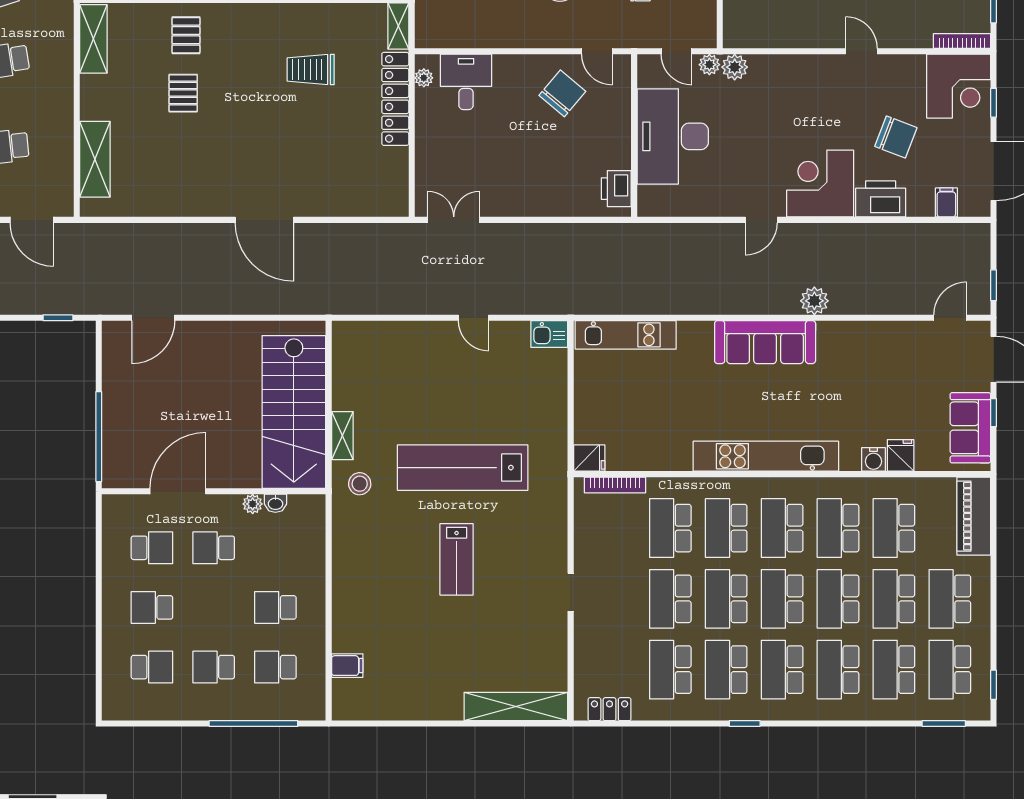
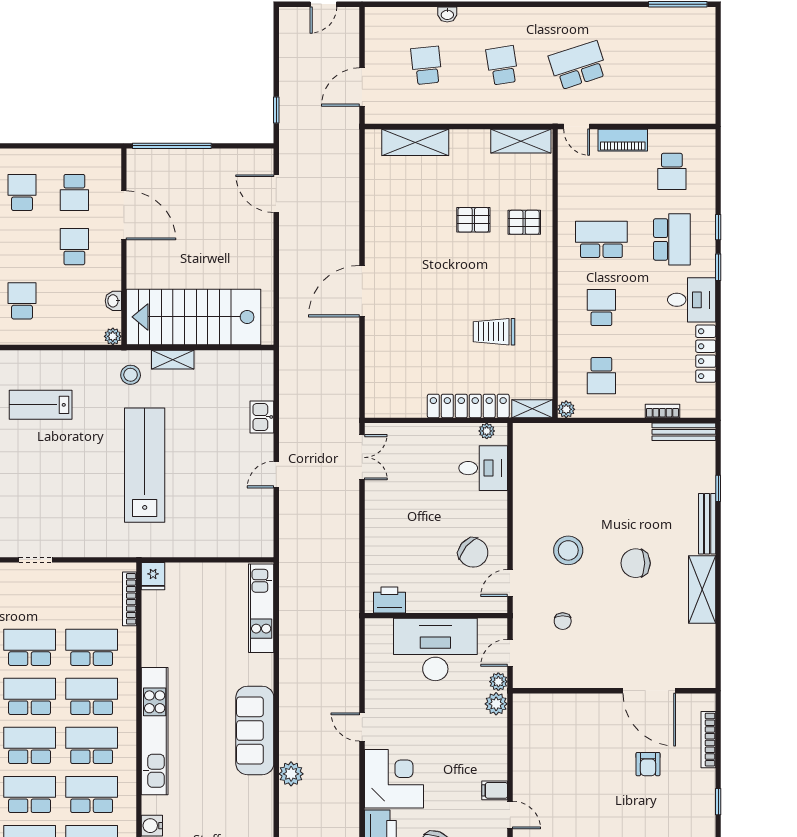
door: (861, 51) -> (510, 815), hinge flipped
trolley: (311, 69) -> (494, 332), turned -90
filing cabinet: (833, 69) -> (495, 790), added
kitchen sink: (549, 334) -> (262, 417), moved
plant: (253, 504) -> (113, 336), moved
lab bench: (457, 559) -> (41, 405), moved

